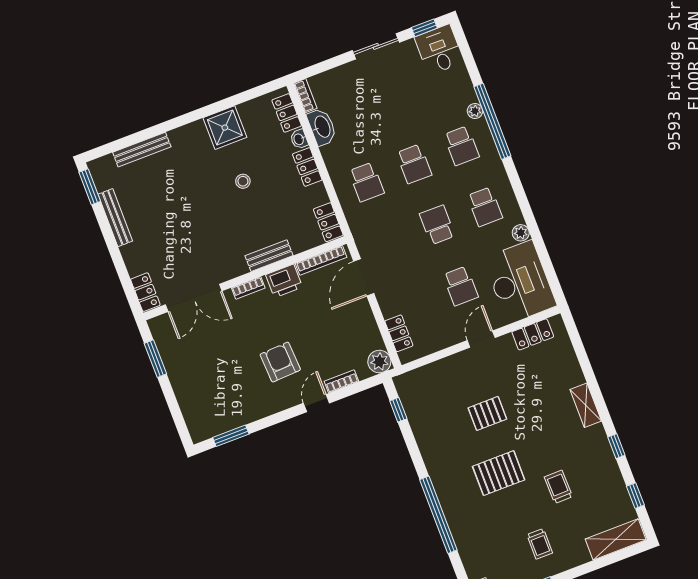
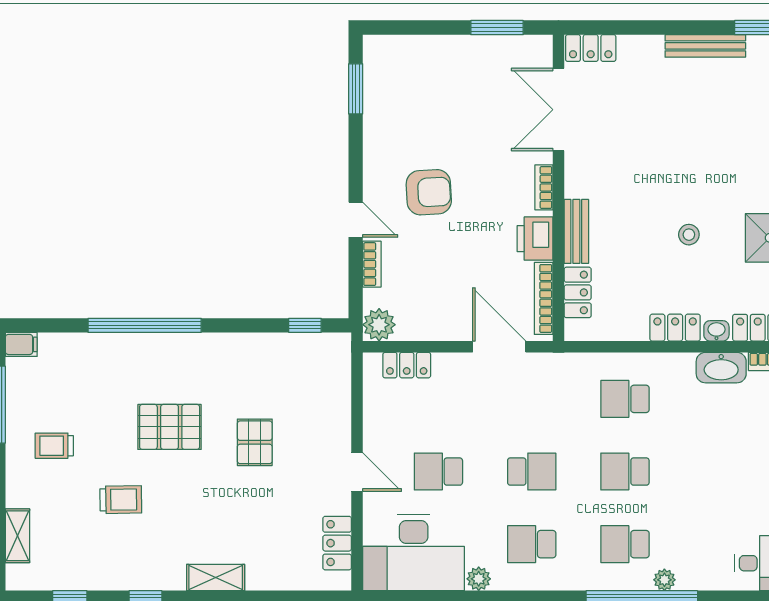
locker: (328, 222) -> (578, 292), moved, turned 90
pallet: (499, 473) -> (170, 427), turned 90
shelving: (616, 539) -> (17, 536), width x0.67, depth x0.75

